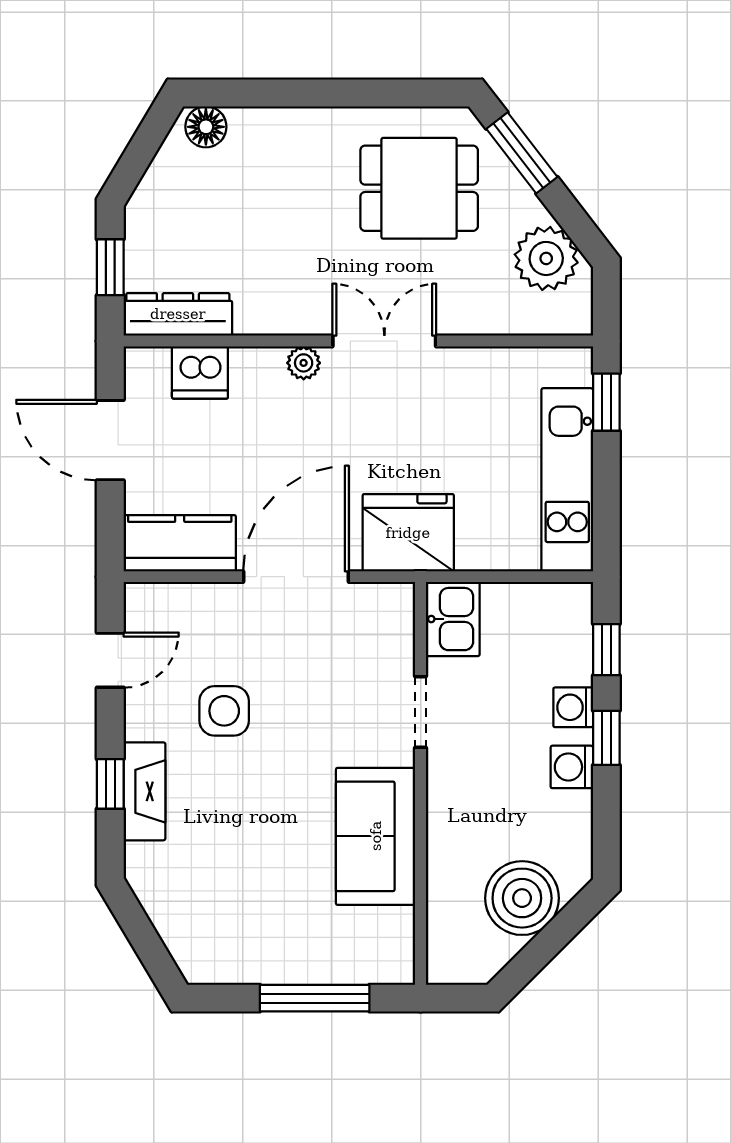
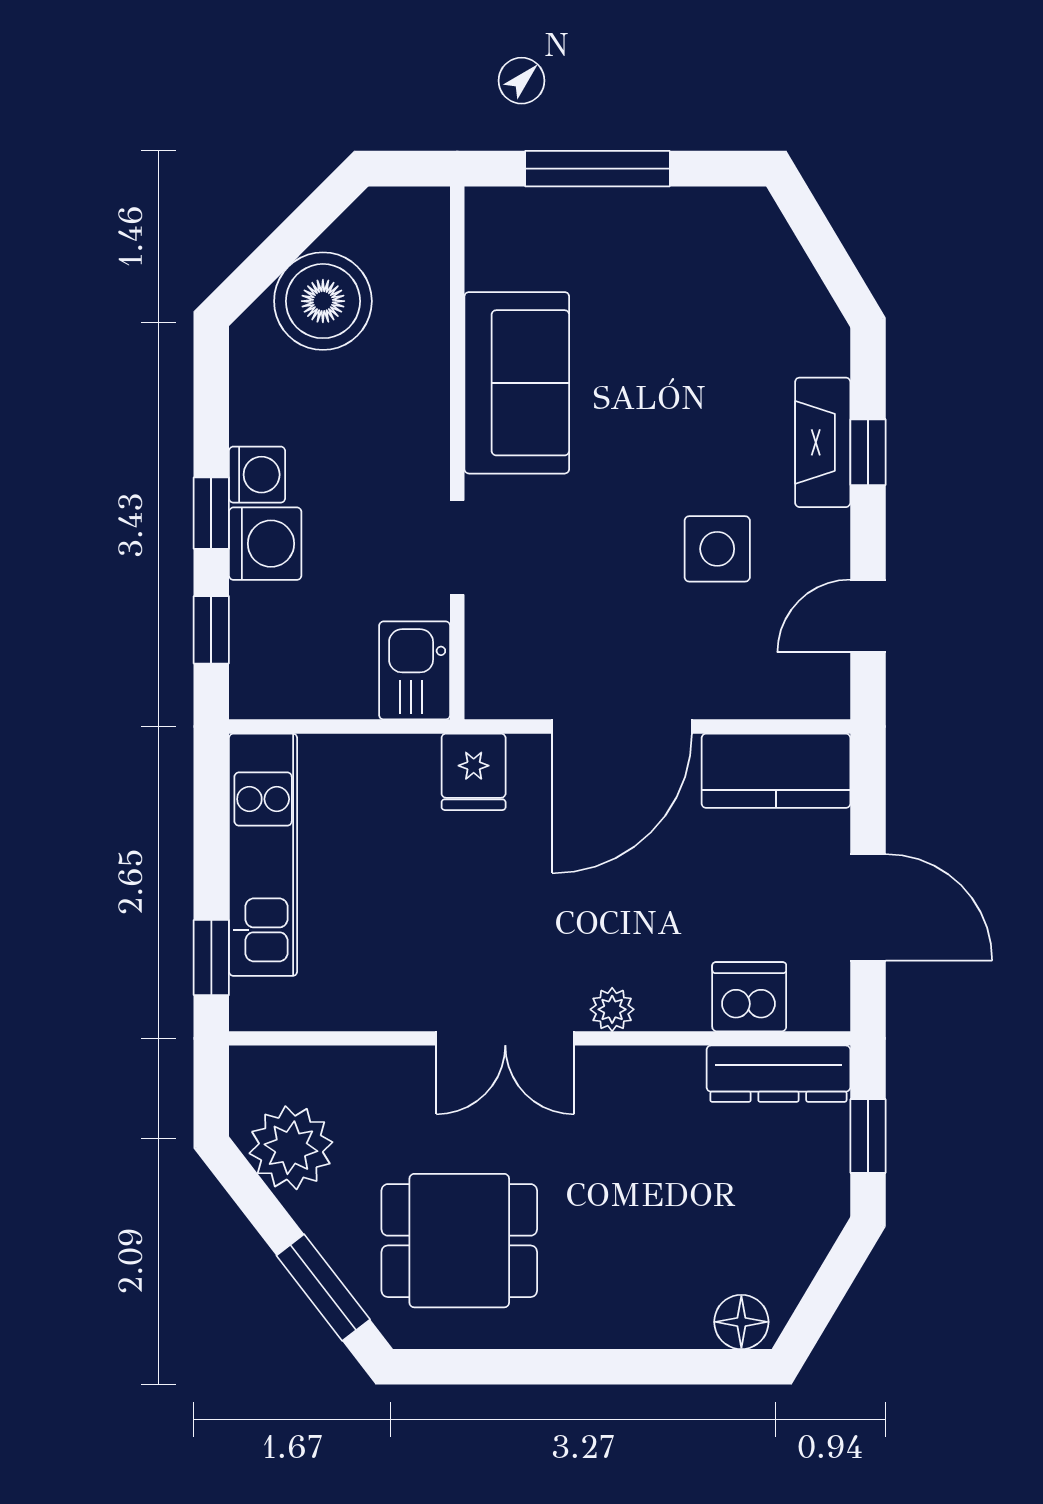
fridge: (408, 533) -> (474, 772), width x0.53, depth x0.75
washing machine: (573, 707) -> (265, 544), width x1.38, depth x1.38

